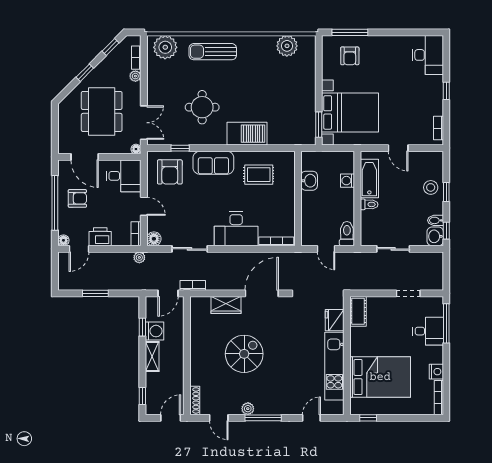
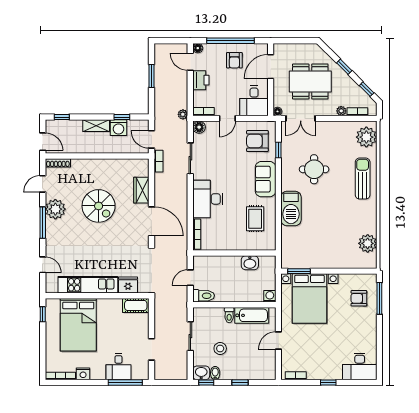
washing machine: (347, 181) -> (270, 296), moved
stool: (431, 187) -> (220, 348), moved
plant: (248, 409) -> (55, 209), width x1.87, depth x1.87

